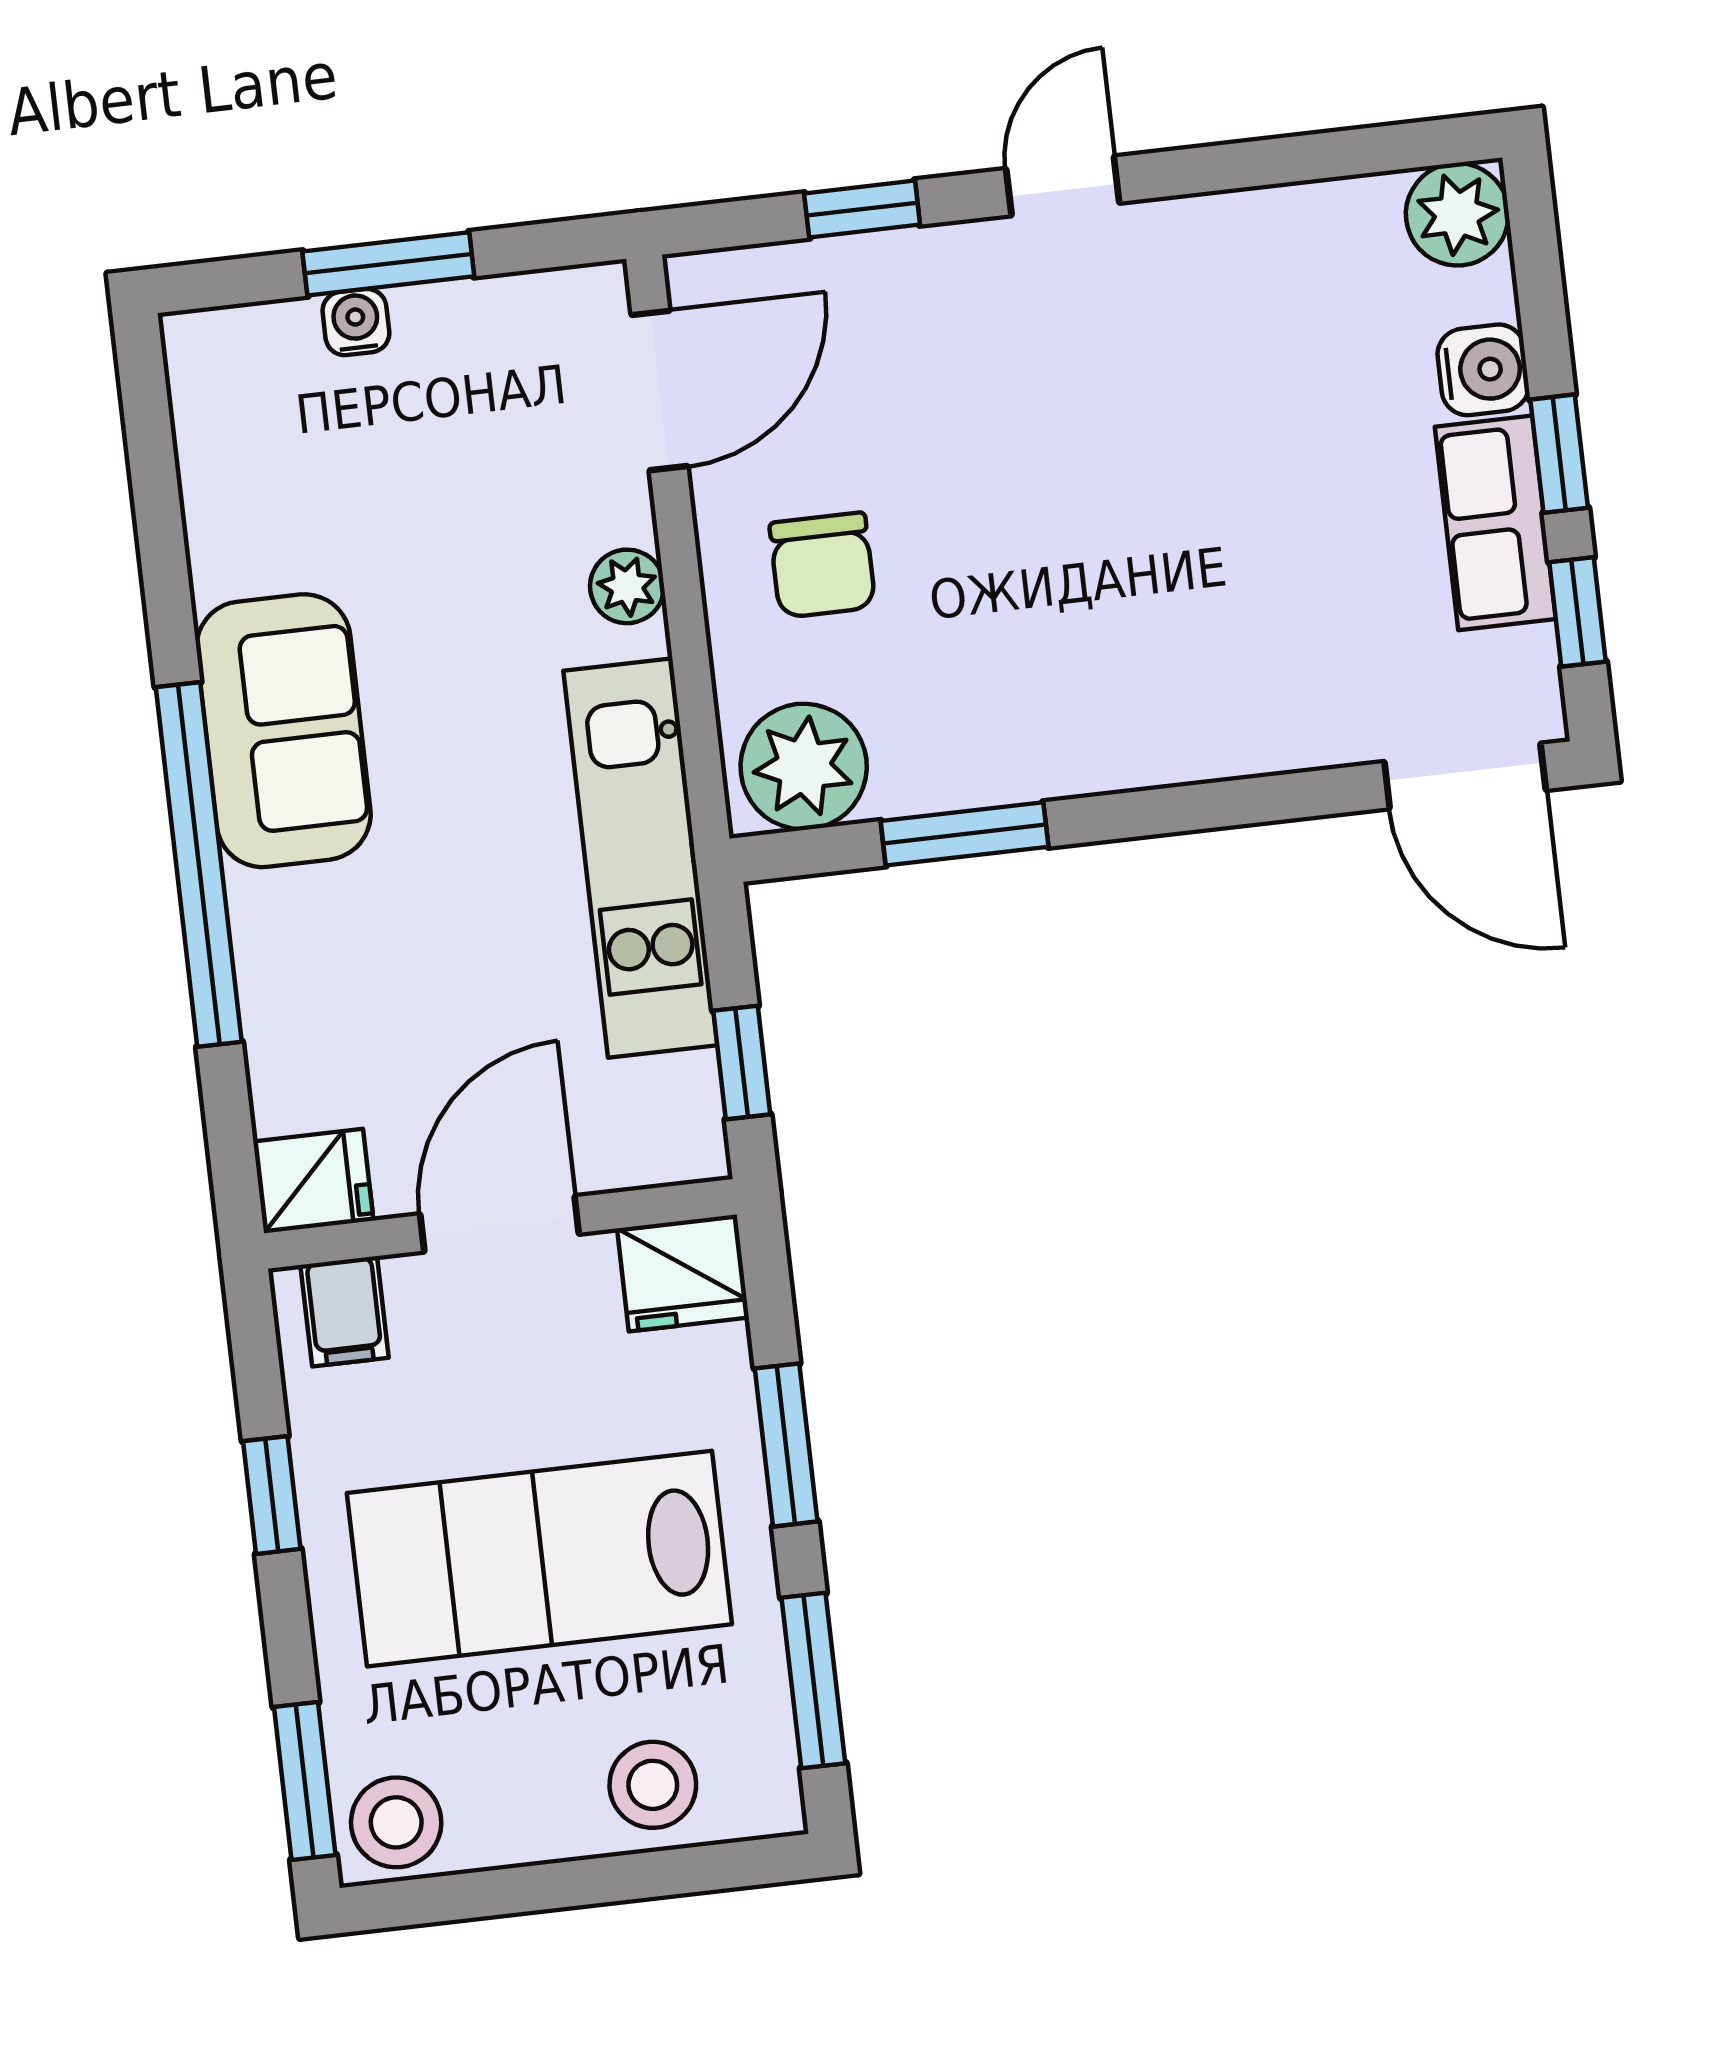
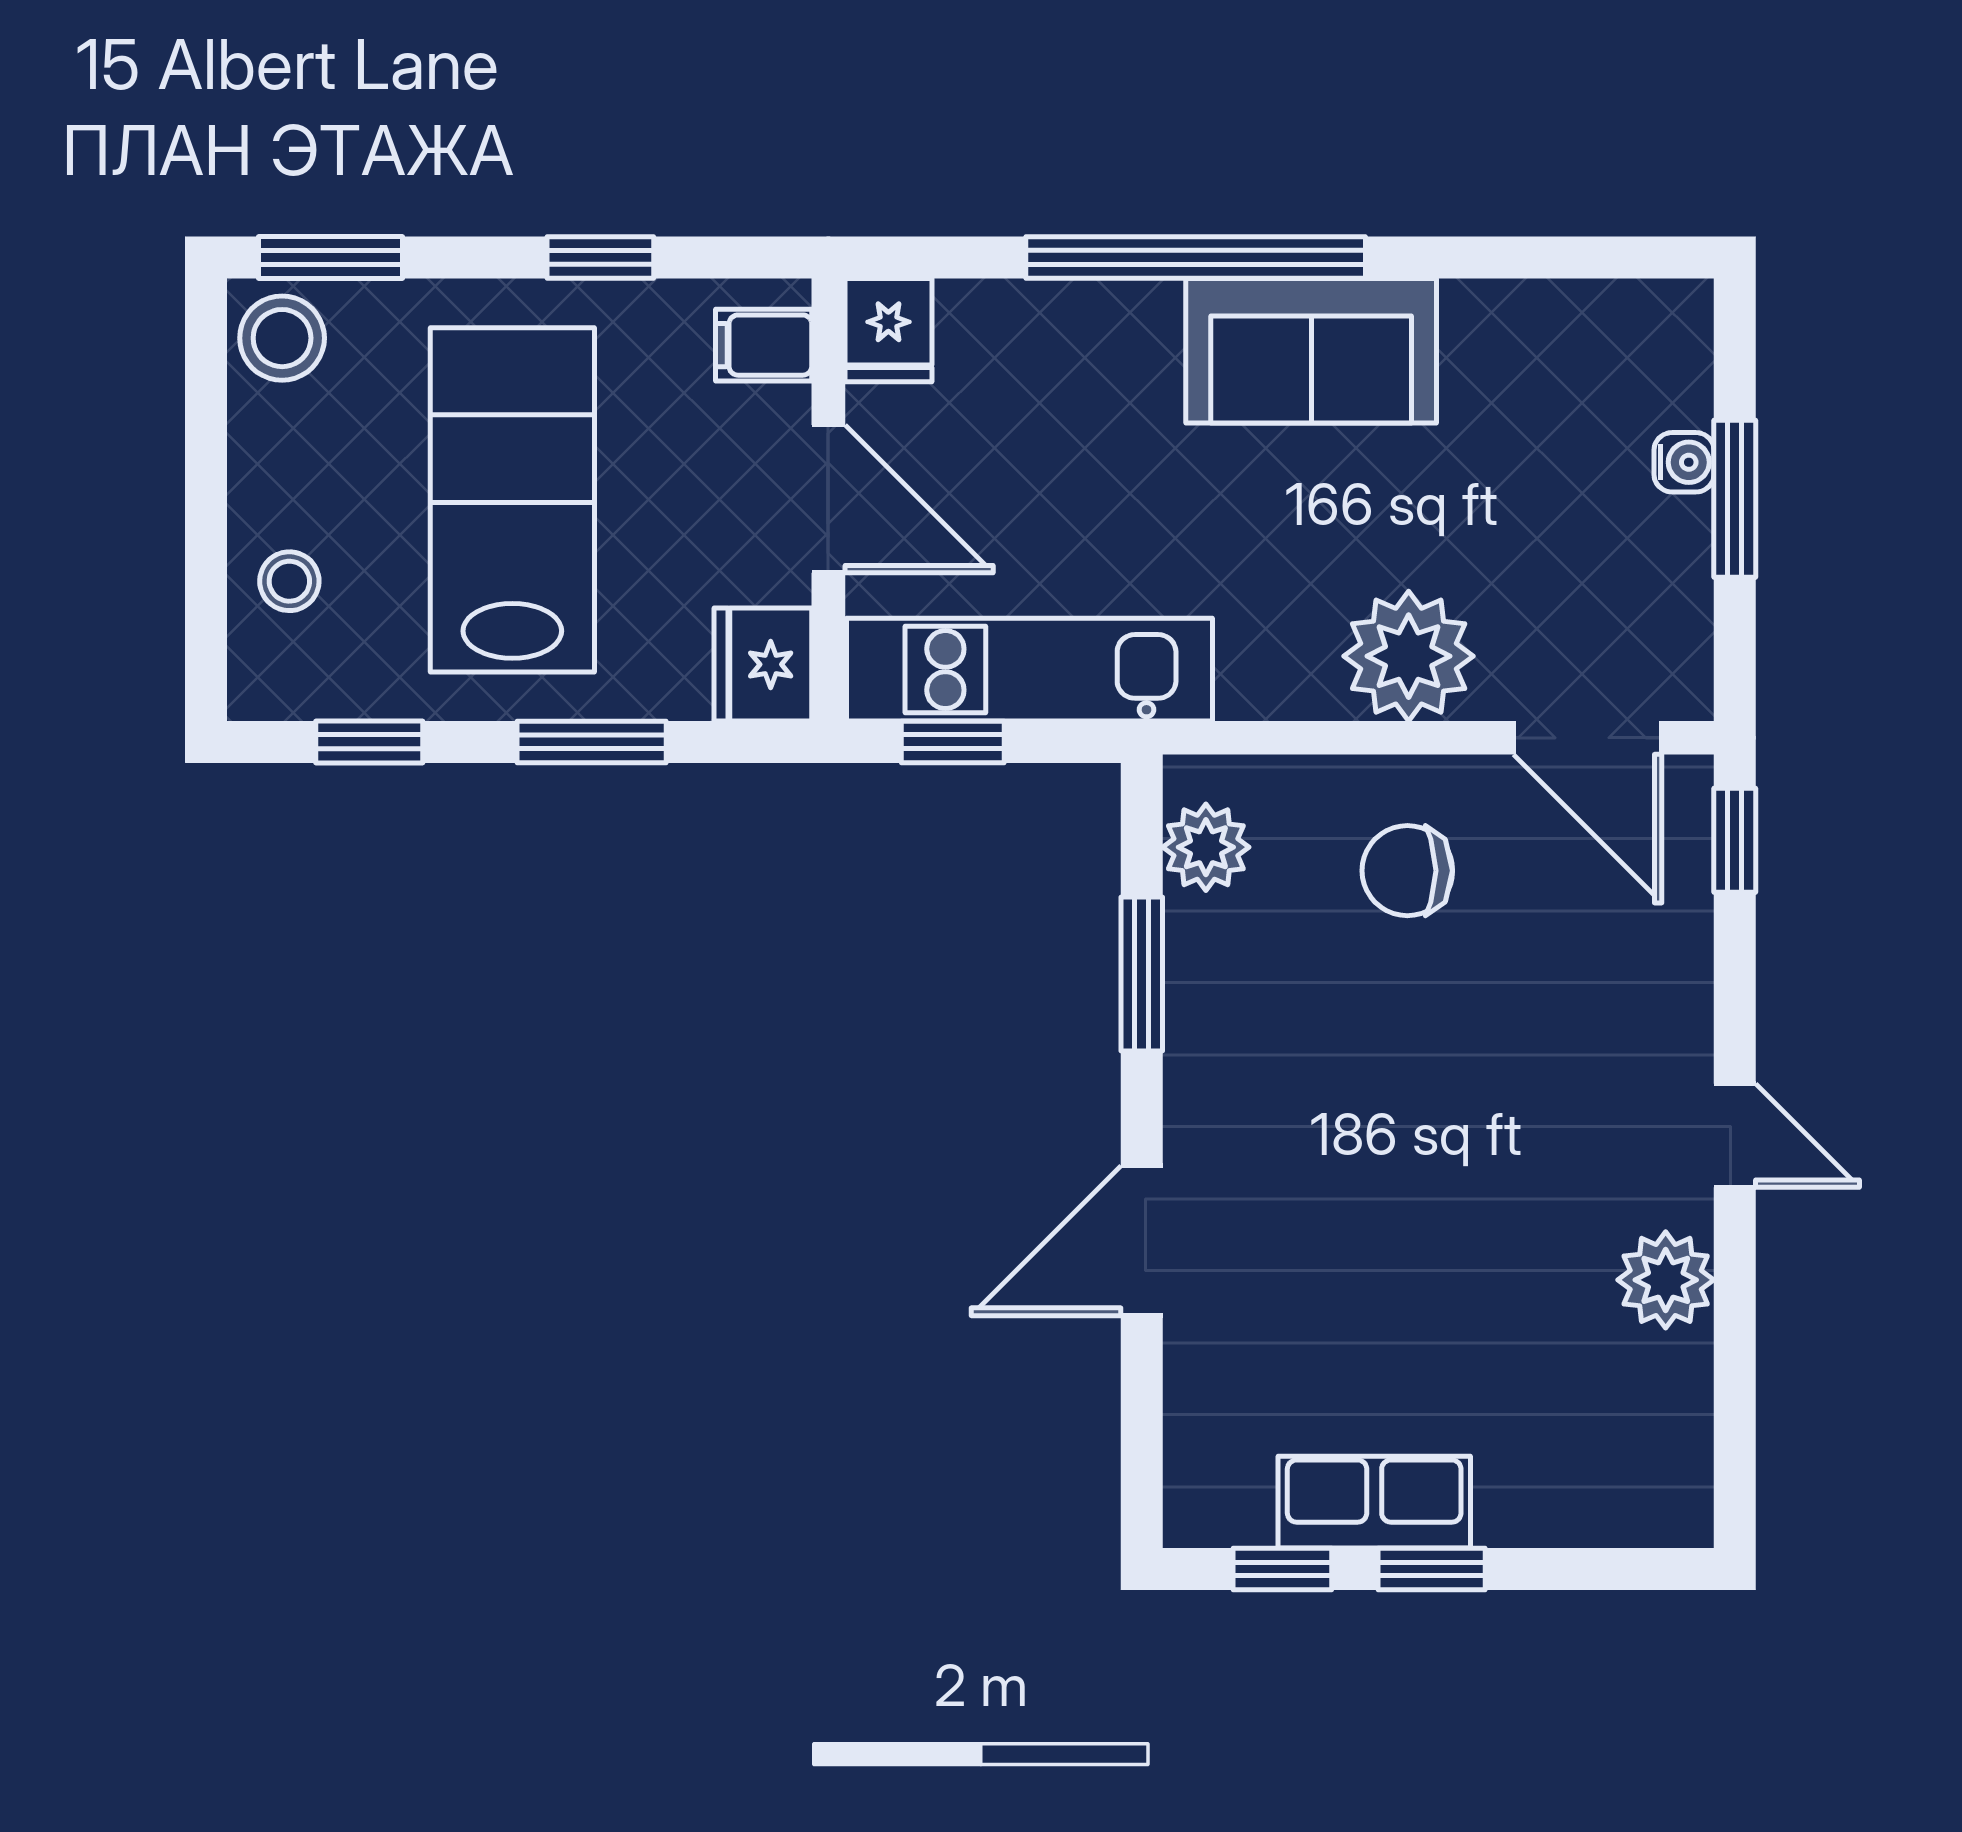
window: (862, 209) -> (1735, 840), moved
plant: (1457, 214) -> (1666, 1280), moved
water cooler: (1483, 370) -> (1518, 1507), removed
plant: (627, 586) -> (1409, 656), width x1.88, depth x1.88
plant: (804, 767) -> (1206, 847), width x0.73, depth x0.73
door: (1465, 776) -> (1142, 1241), moved
kitchen unit: (640, 858) -> (1030, 670), moved
window: (813, 1681) -> (369, 742), width x0.67
stool: (653, 1785) -> (289, 581), width x0.73, depth x0.73

